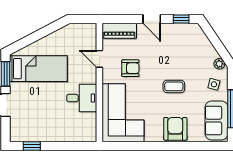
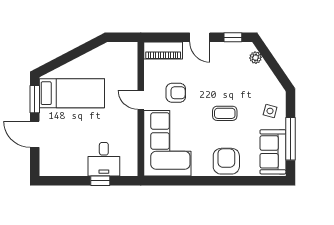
door: (99, 59) -> (141, 100), moved
plant: (219, 64) -> (256, 58), moved
desk: (82, 98) -> (104, 159), moved, turned 90
window: (32, 146) -> (100, 181), moved

